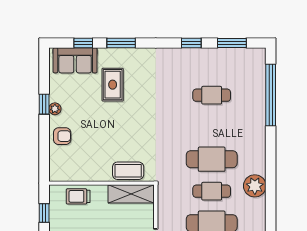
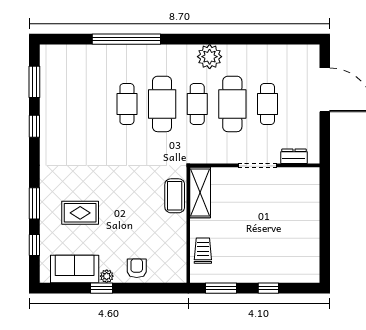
sofa: (75, 60) -> (75, 269), moved, turned -90
cafe table: (212, 95) -> (127, 104), moved
window: (271, 95) -> (126, 39), moved
plant: (255, 186) -> (210, 57), moved
trolley: (78, 196) -> (203, 251), turned 180
window: (44, 213) -> (221, 288), width x1.50

